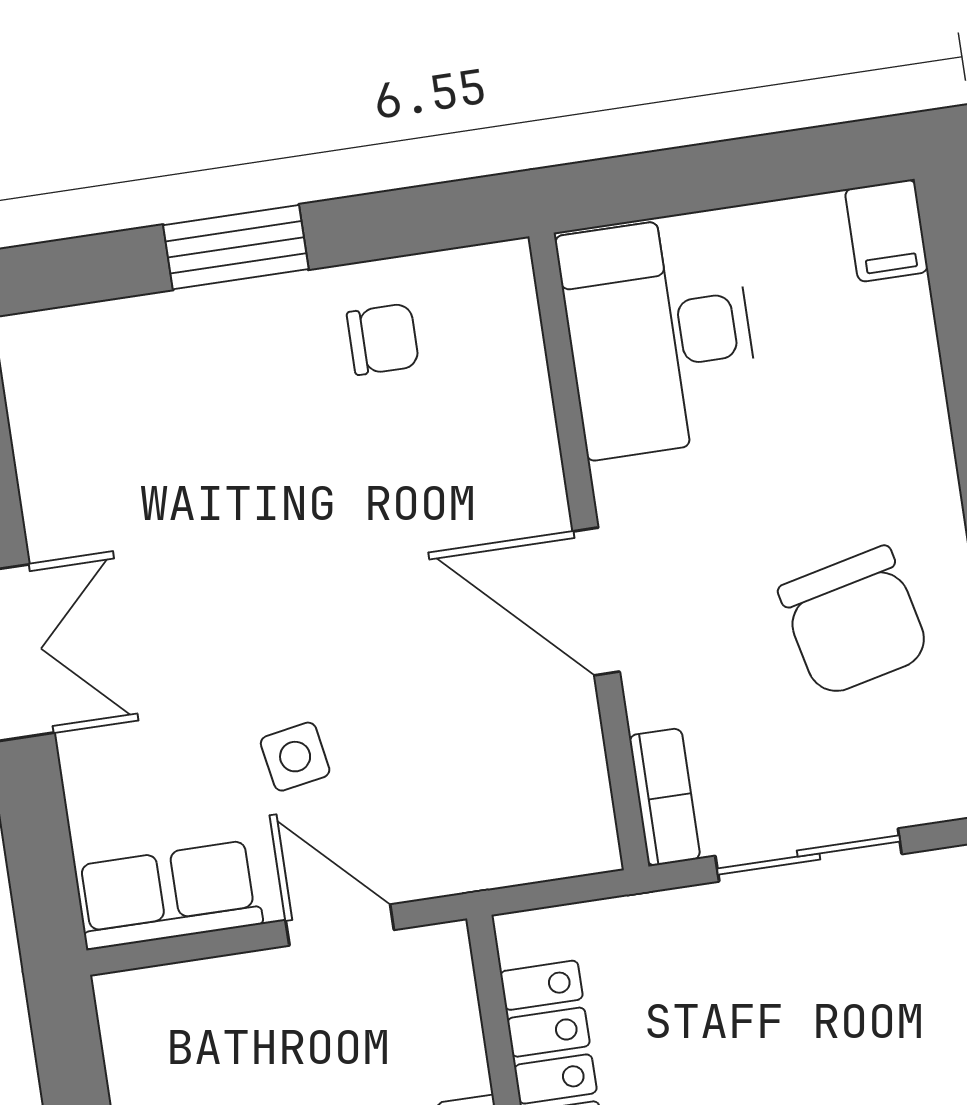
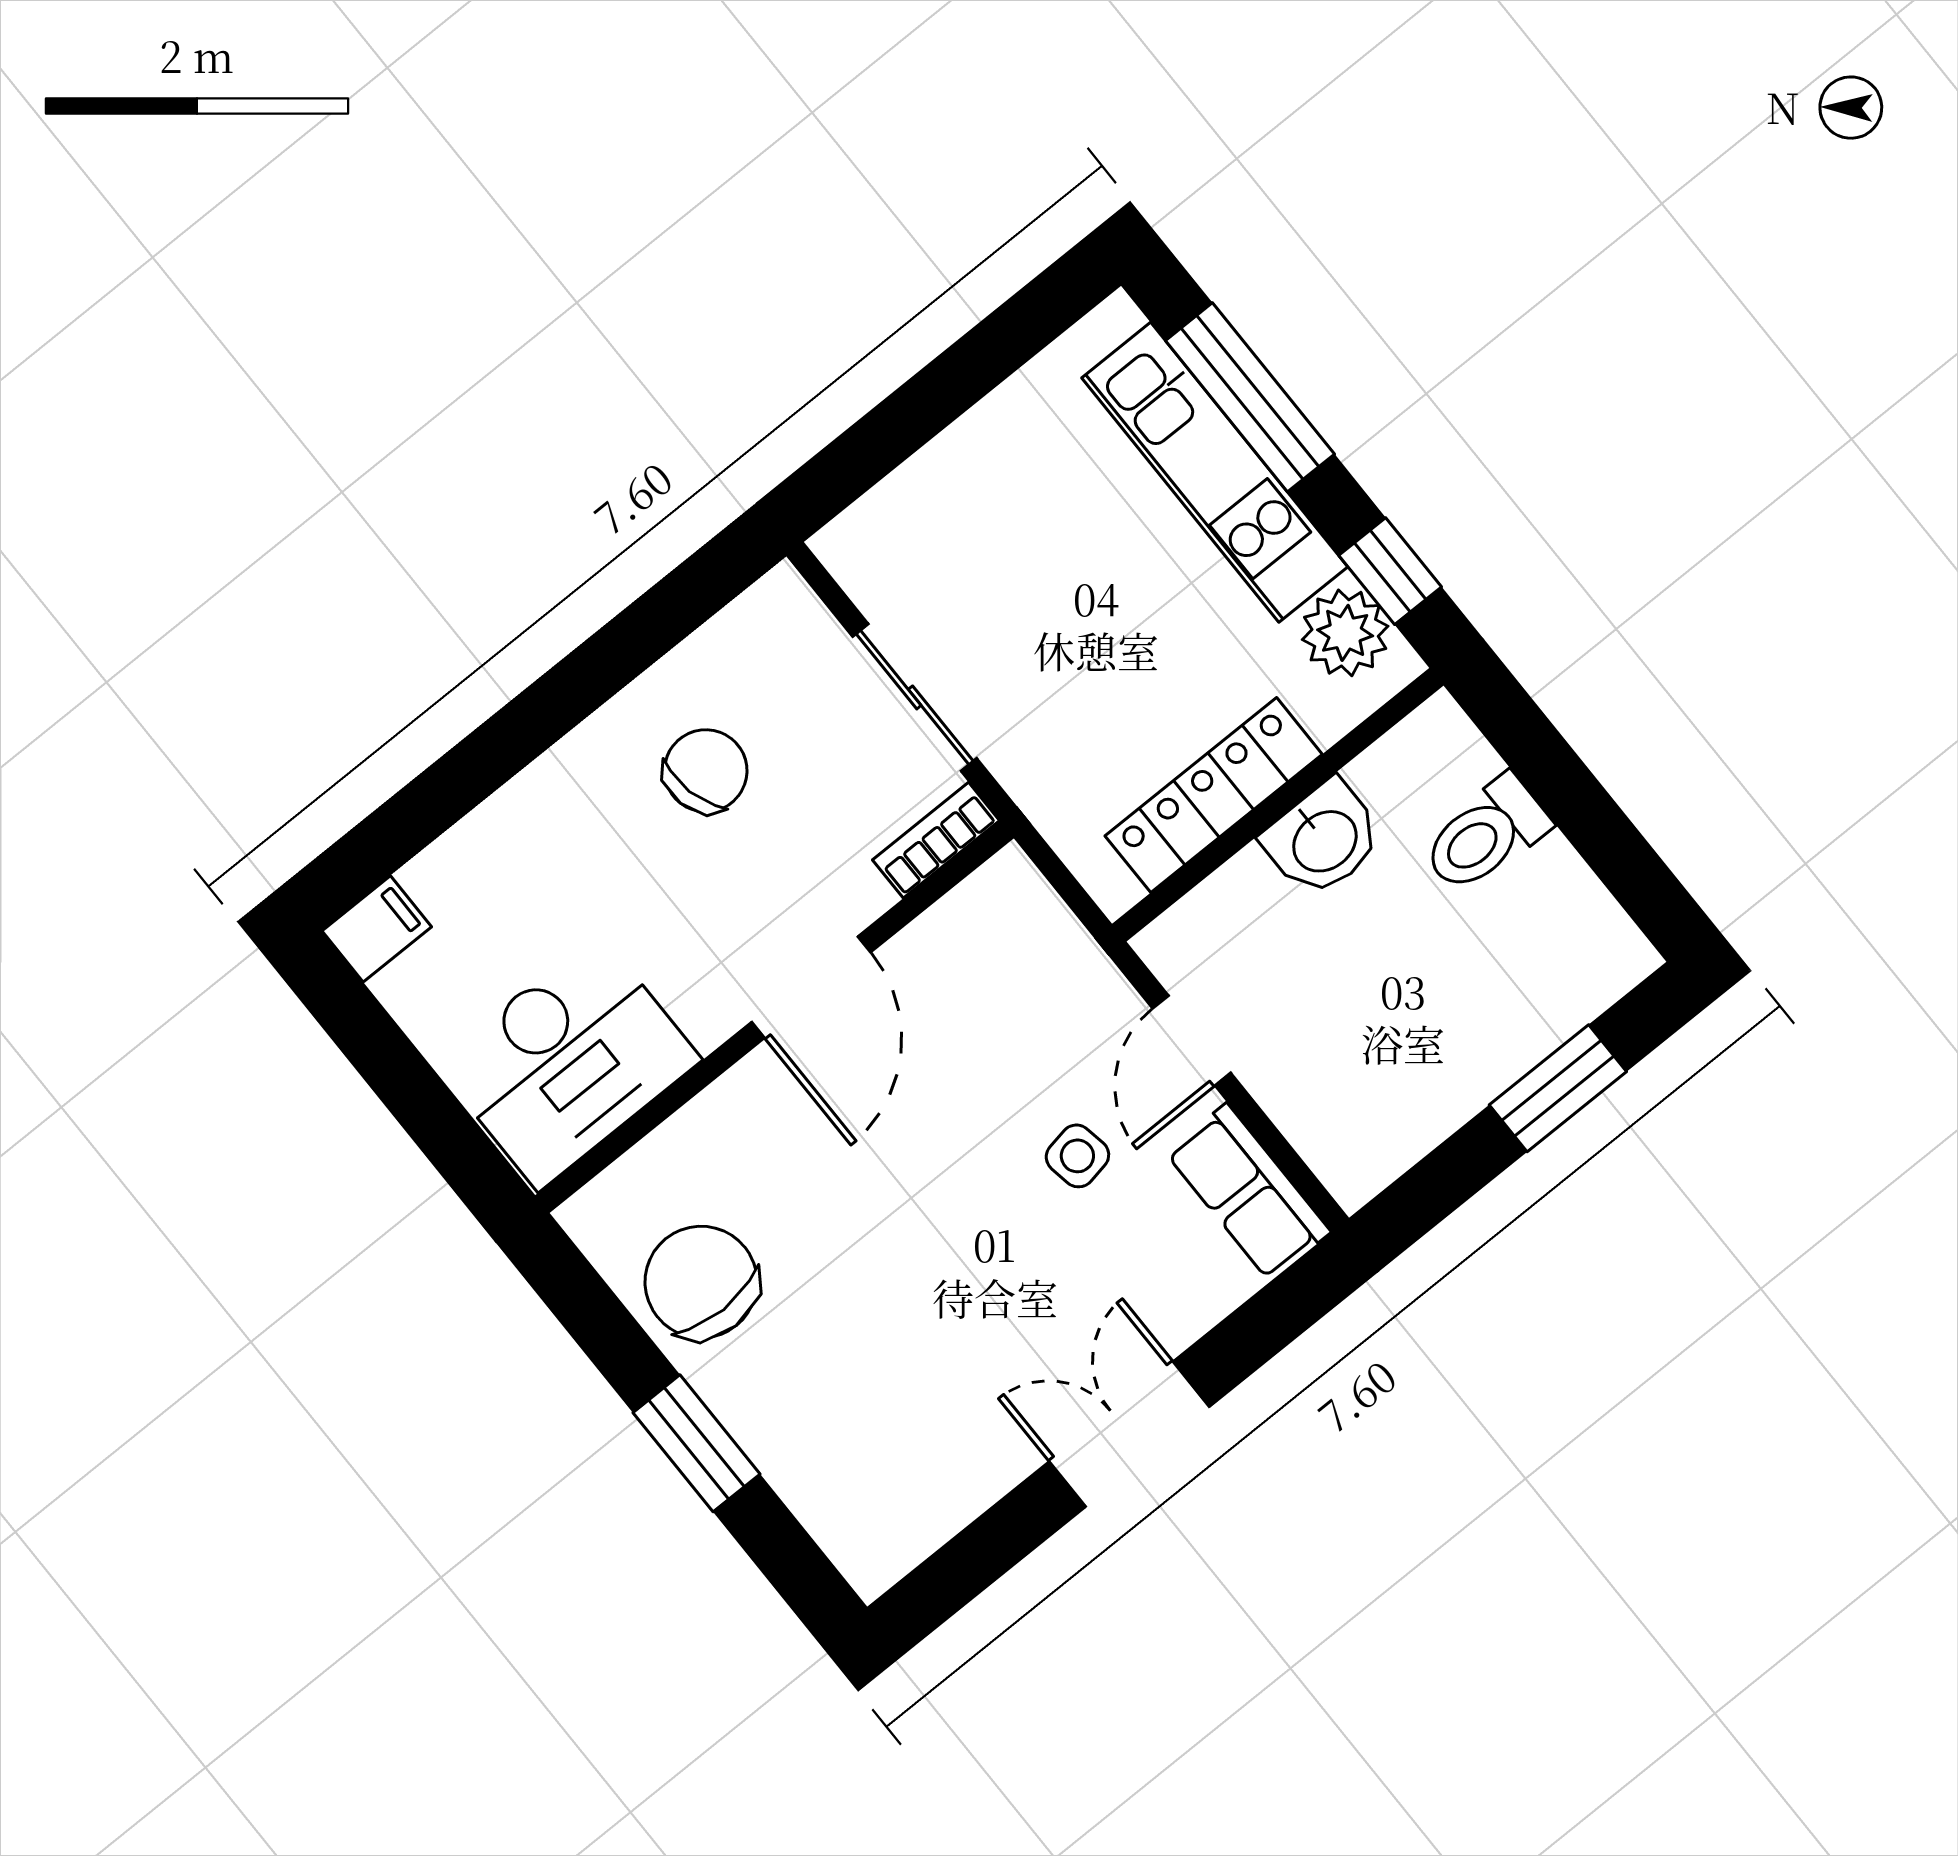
chair: (383, 339) -> (701, 1282), width x1.87, depth x1.87
chair: (854, 621) -> (706, 771), width x0.73, depth x0.73

